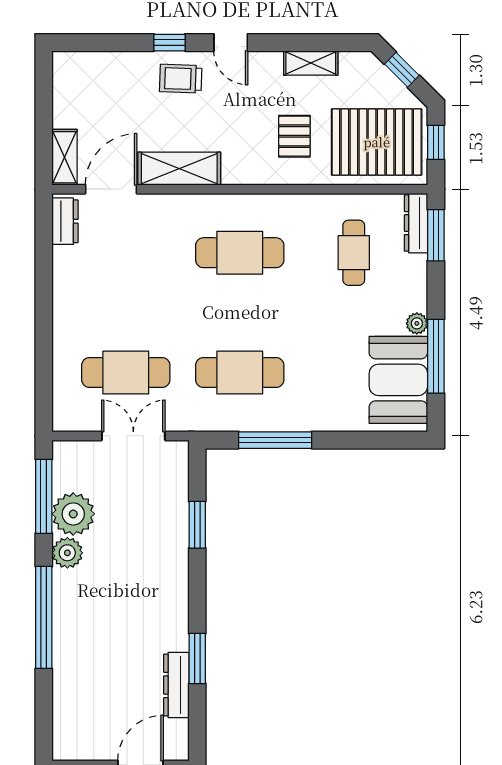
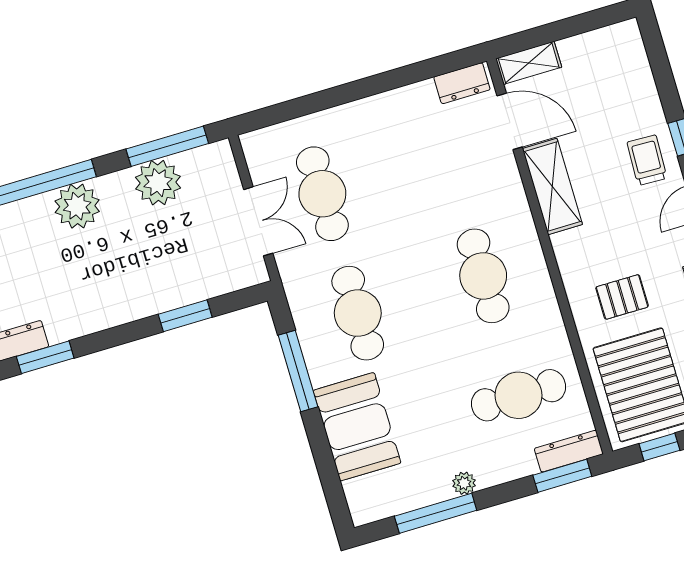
cafe table: (354, 253) -> (519, 395), width x1.37, depth x1.35
booth: (398, 380) -> (357, 427), moved, turned 90
plant: (67, 553) -> (77, 206), moved, width x1.36, depth x1.36

